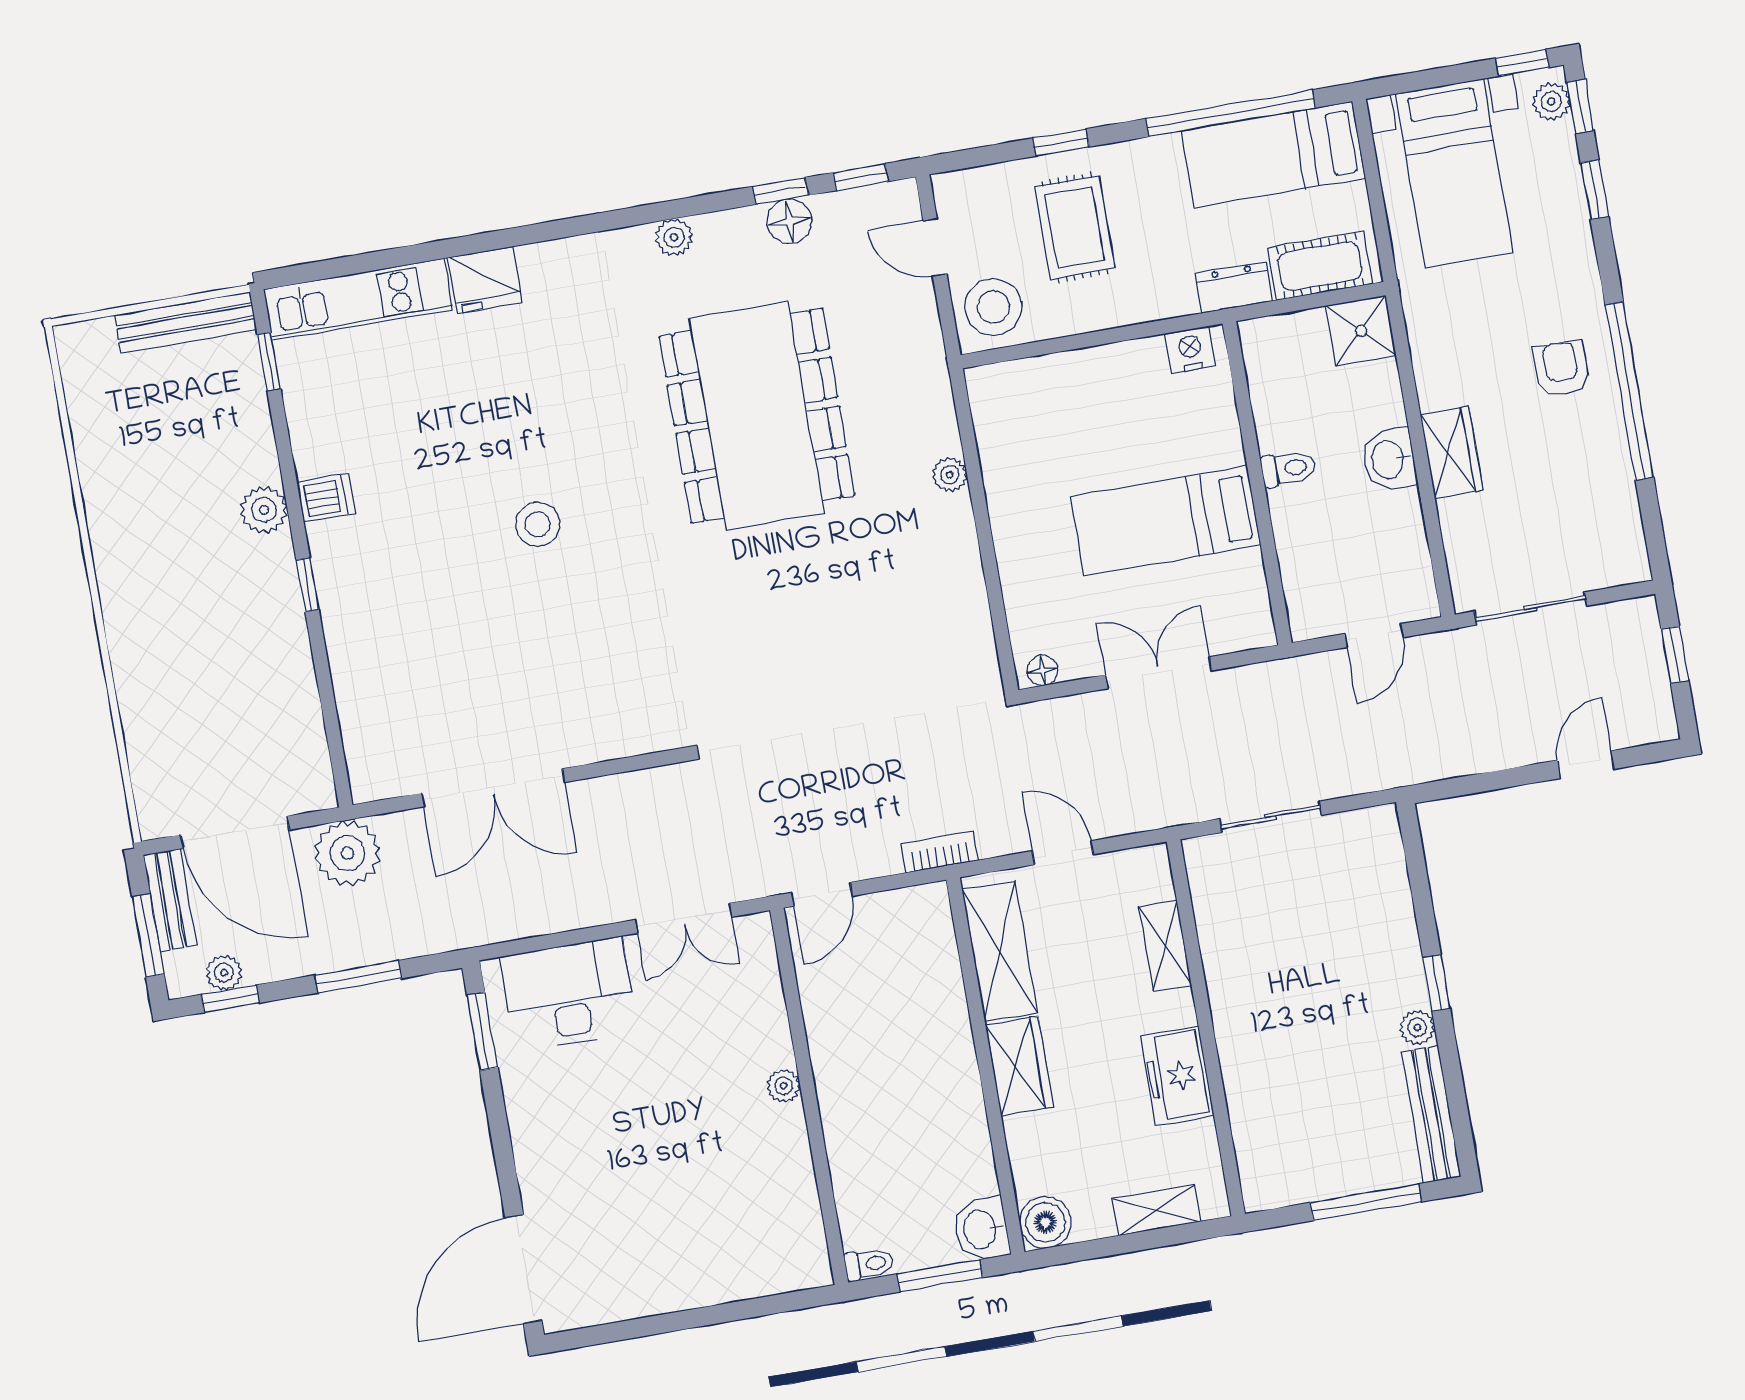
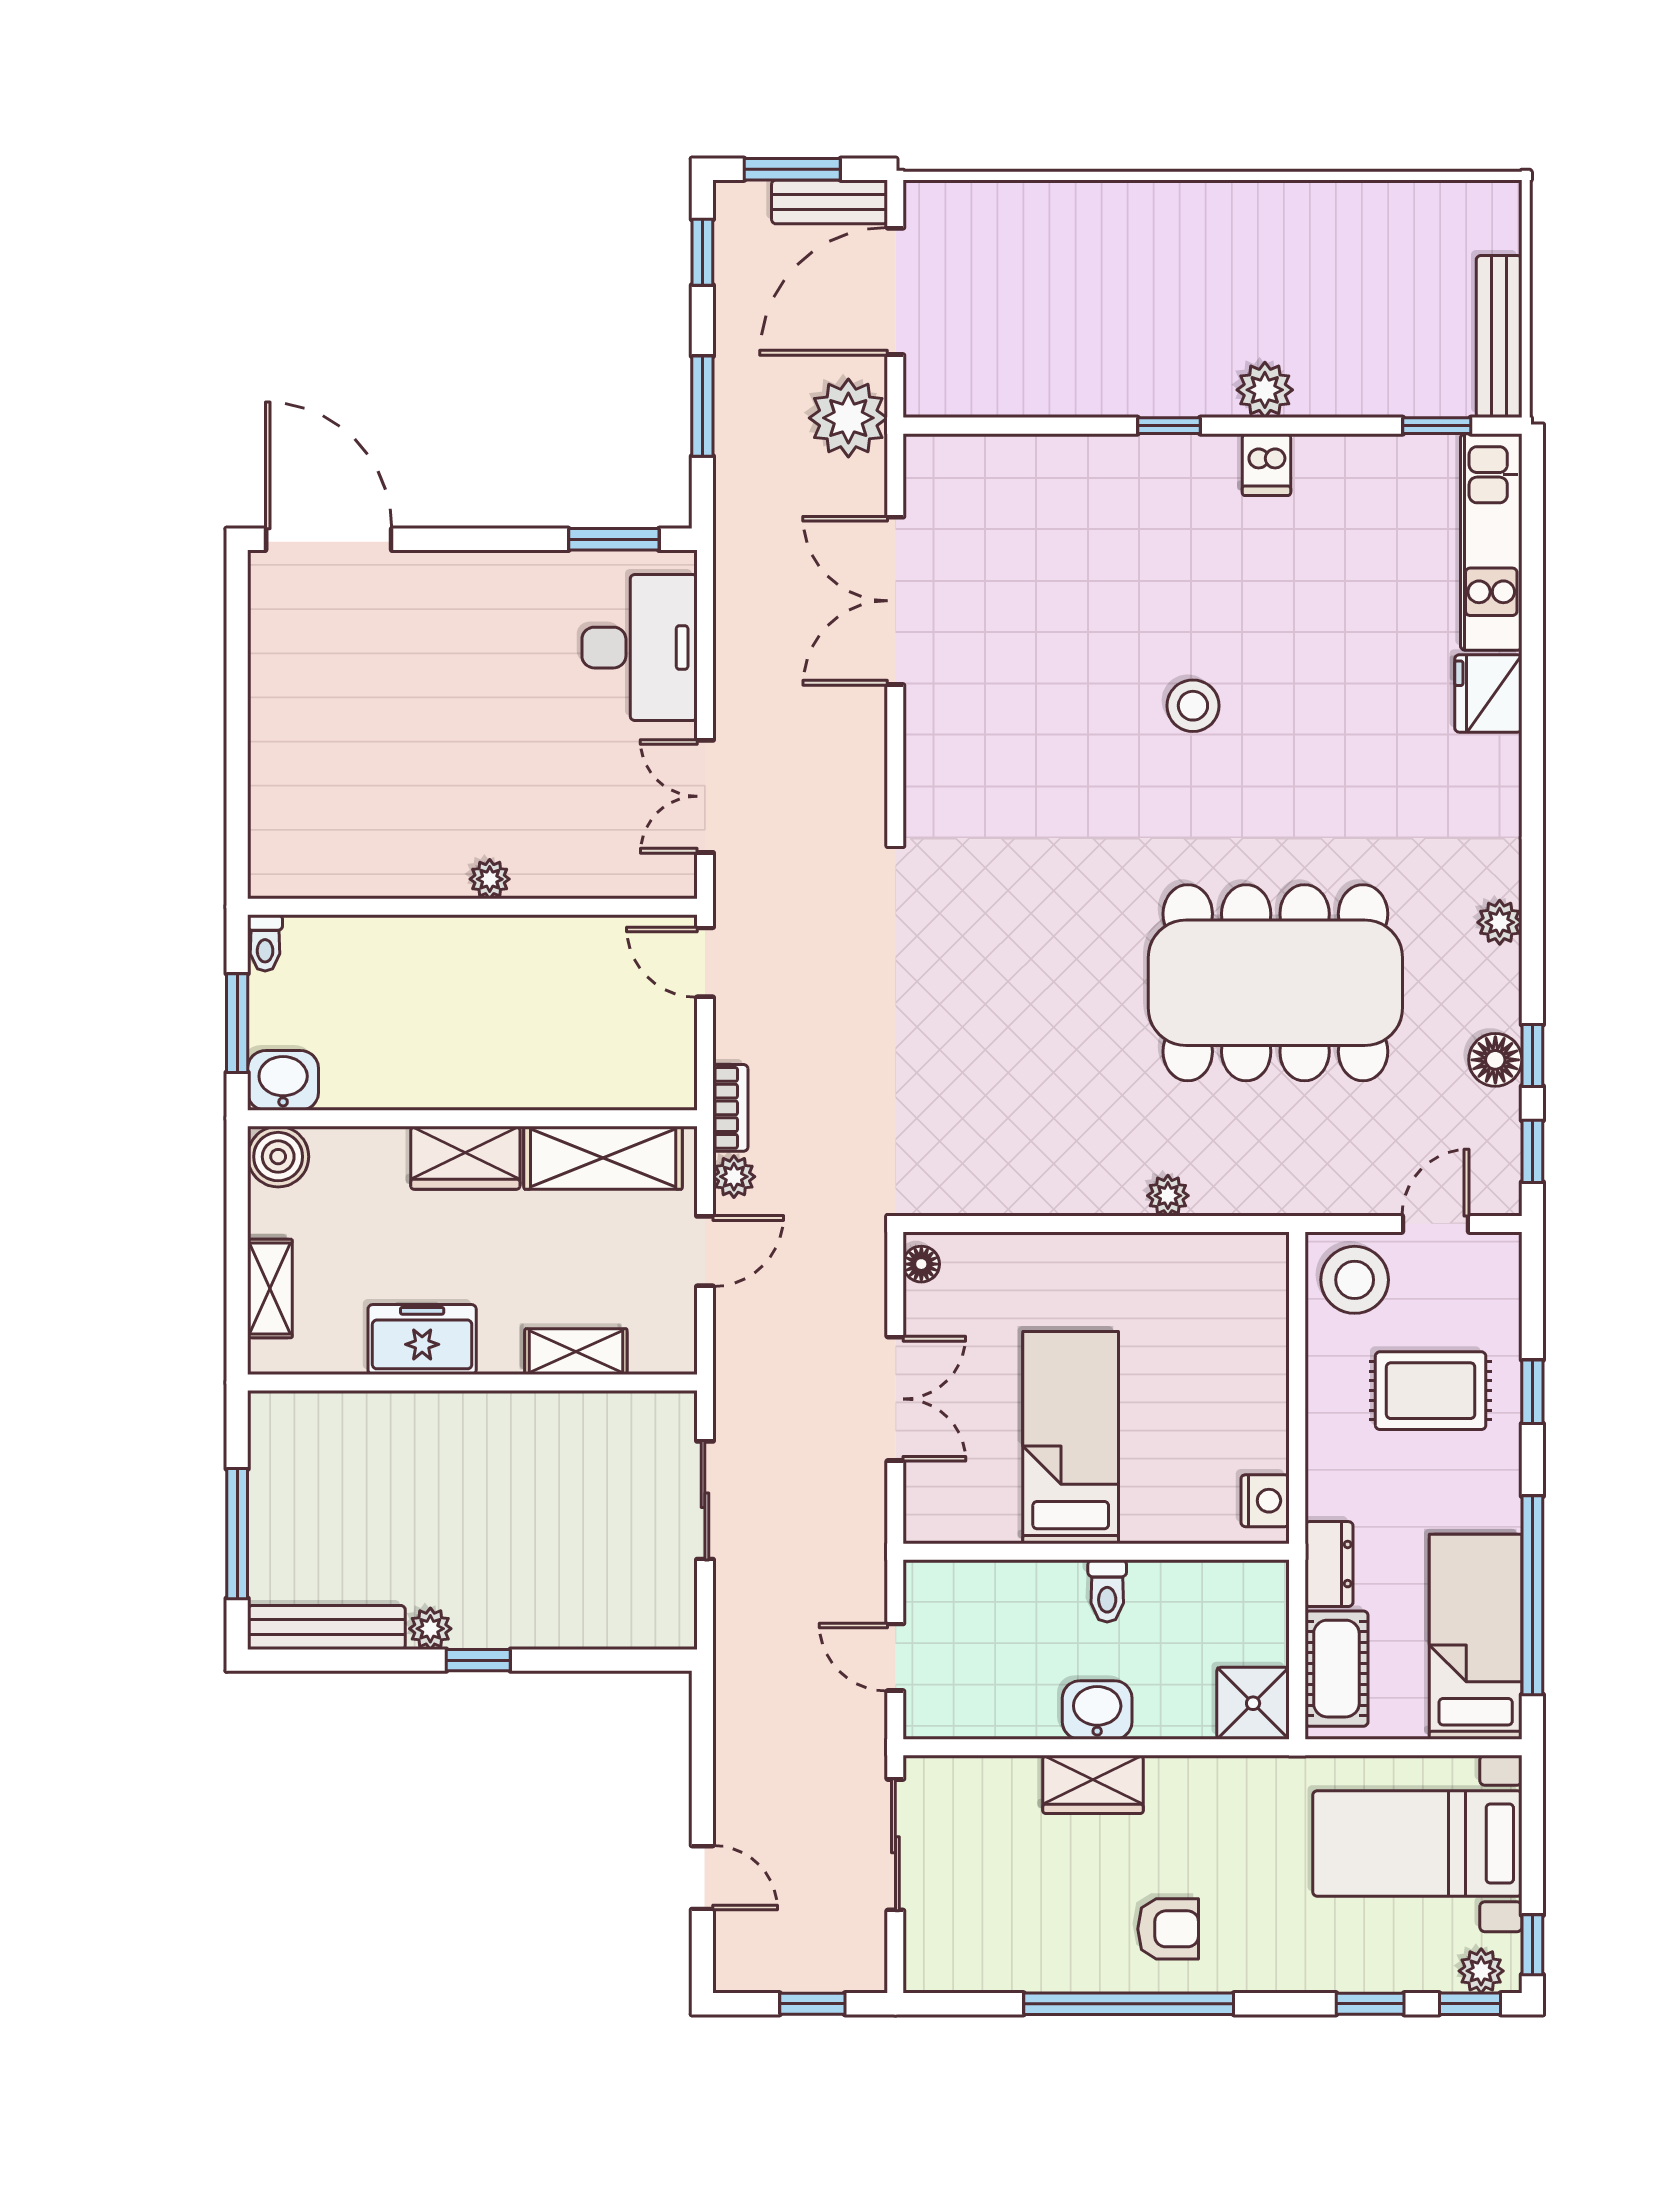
plant: (224, 973) -> (734, 1177), moved

